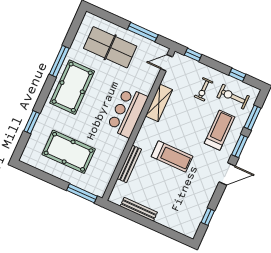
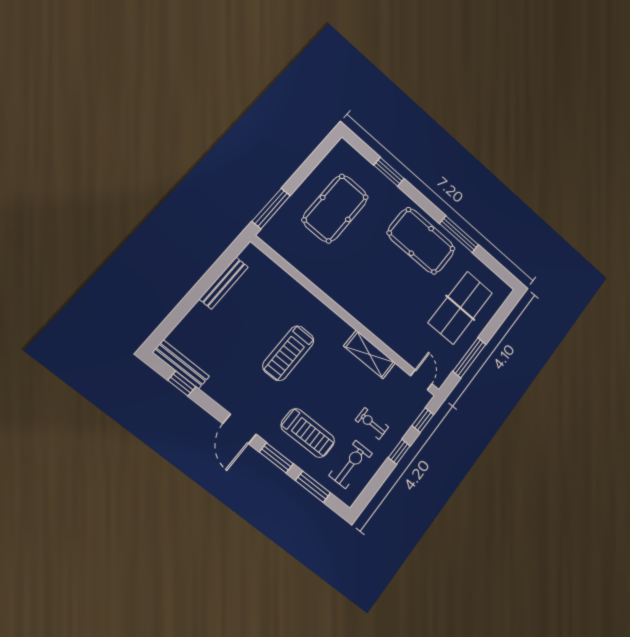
window: (237, 75) -> (399, 452), moved
bar counter: (127, 112) -> (368, 306), removed
bench: (129, 164) -> (181, 364), moved

